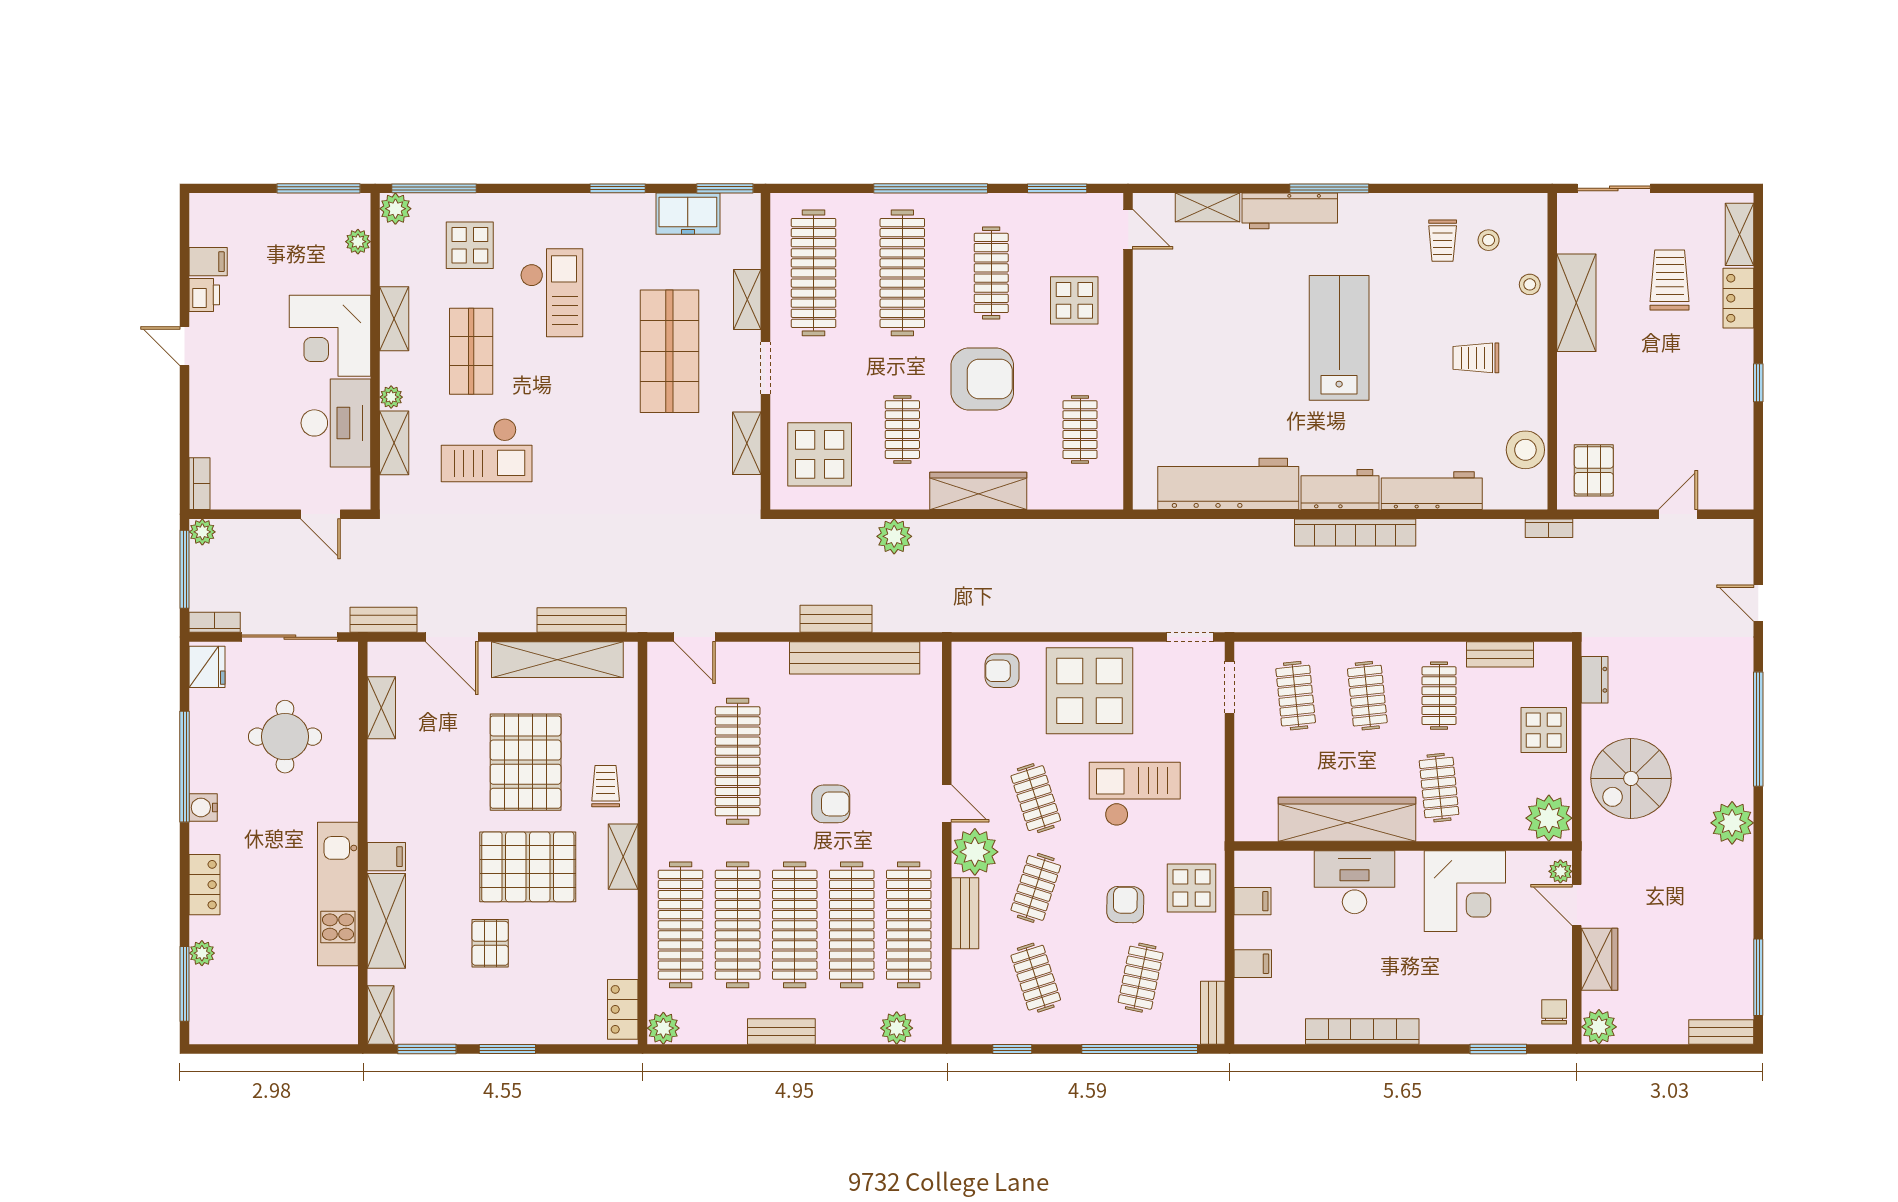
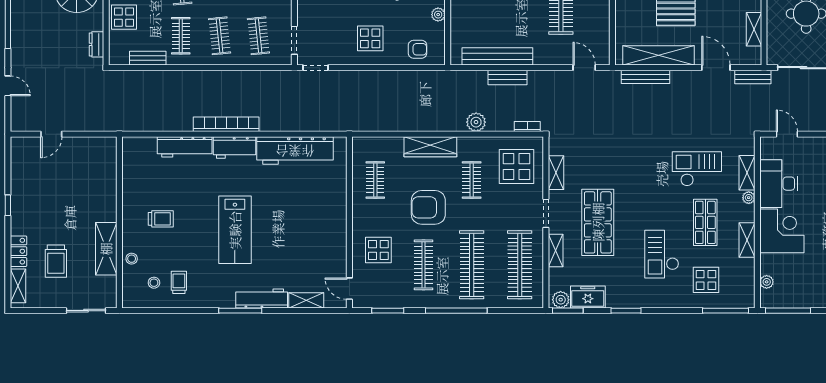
plant: (395, 209) -> (561, 300), moved
stool: (1525, 450) -> (134, 169), removed
pallet: (1594, 470) -> (97, 158), removed
bookcase: (1549, 528) -> (527, 127), moved
display table: (1089, 691) -> (370, 38), width x0.54, depth x0.54
plant: (964, 735) -> (438, 15), added

